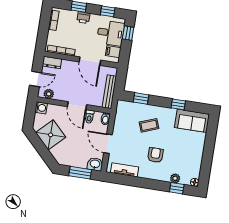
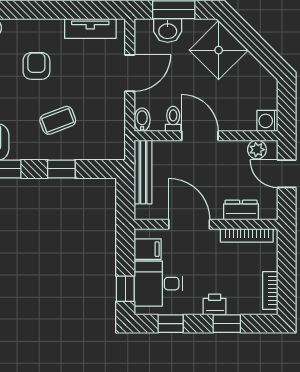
dresser: (52, 62) -> (241, 210), moved
door: (36, 79) -> (287, 174), hinge flipped
window: (141, 98) -> (61, 169), moved
shower: (51, 135) -> (219, 50), moved
door: (108, 144) -> (130, 73), hinge flipped
armchair: (155, 155) -> (36, 66), turned 180
washbasin: (95, 164) -> (168, 30), moved

